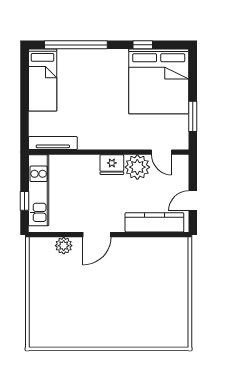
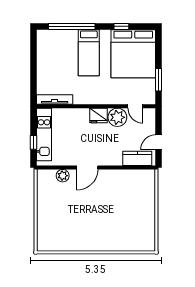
bed: (43, 80) -> (89, 53), moved
kitchen counter: (154, 222) -> (137, 158), width x0.67

